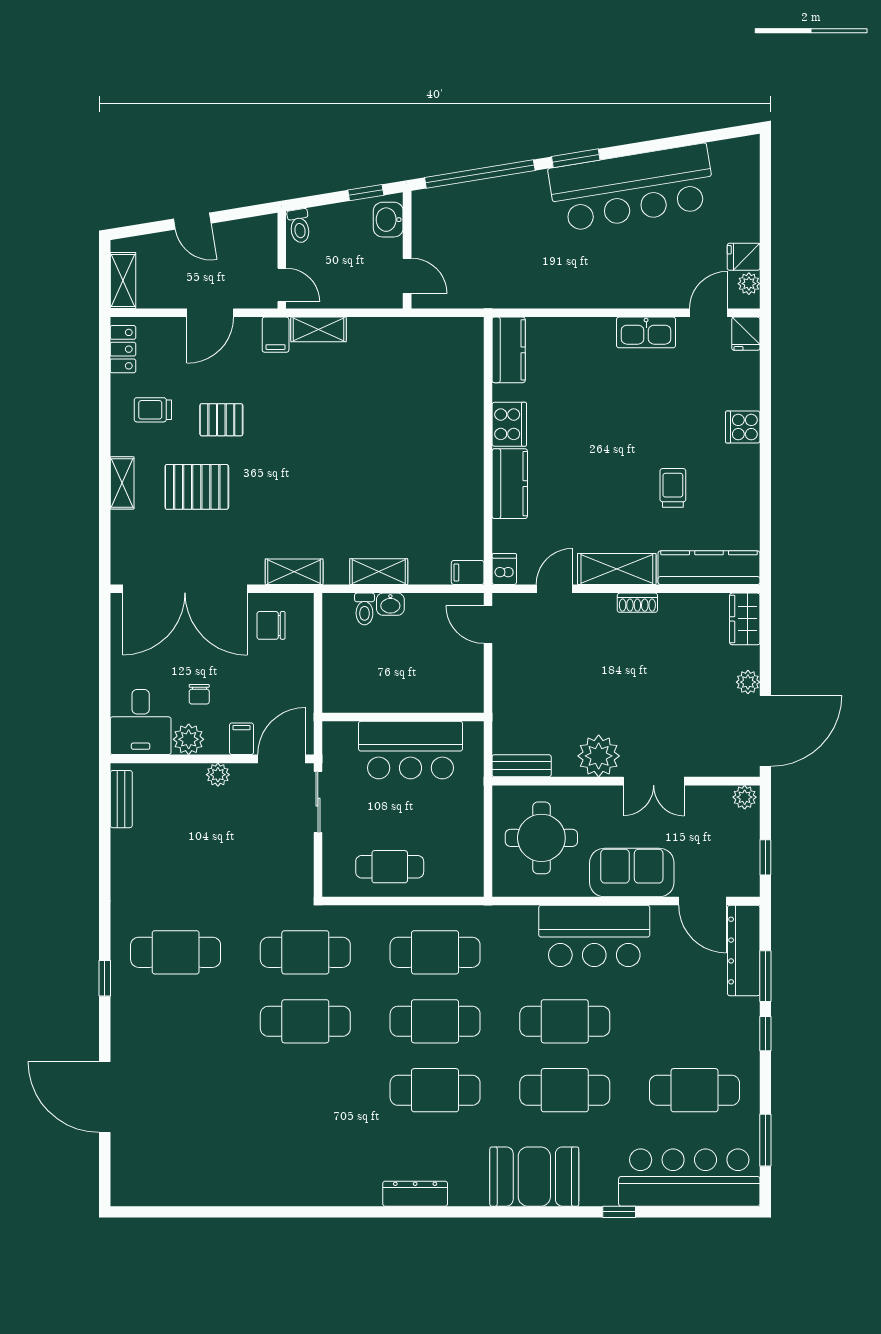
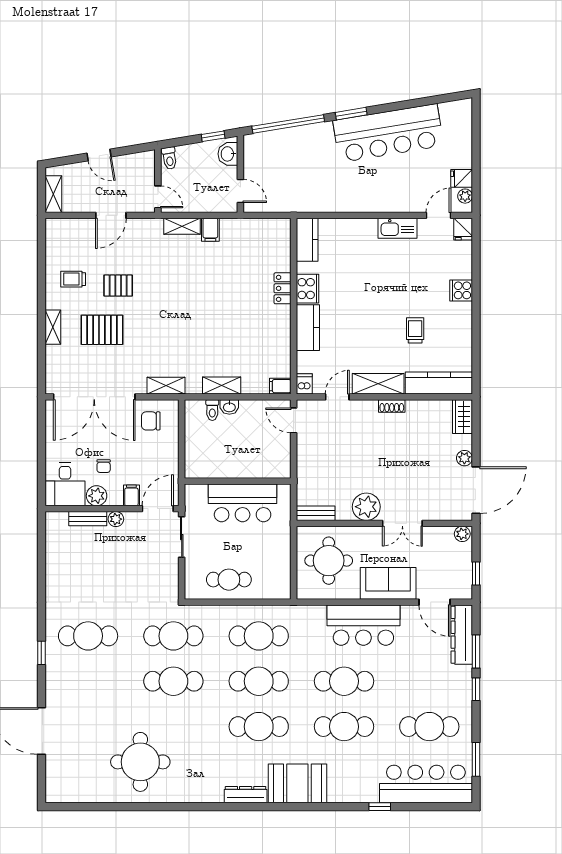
filing cabinet: (276, 335) -> (210, 230), moved
locker: (123, 349) -> (282, 288), moved, turned 180
bench: (121, 799) -> (88, 519), moved, turned 90
round table: (255, 1144) -> (140, 762), added
booth: (534, 1177) -> (297, 783), moved

